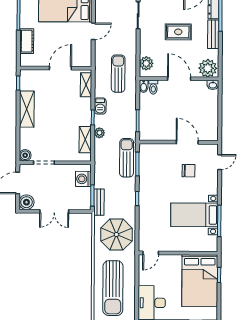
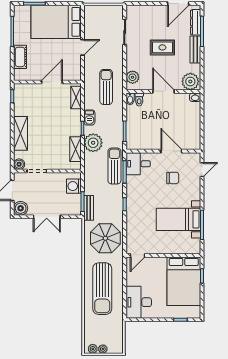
shelving: (27, 109) -> (20, 133), moved
plant: (99, 133) -> (93, 143), width x1.88, depth x1.88
desk: (152, 155) -> (138, 164), added

